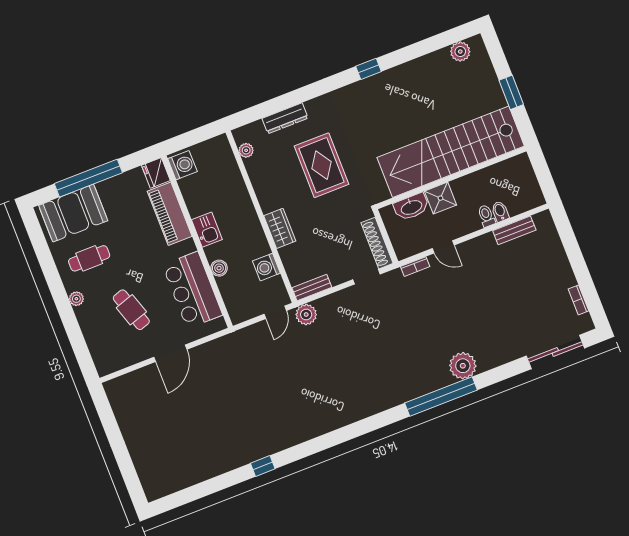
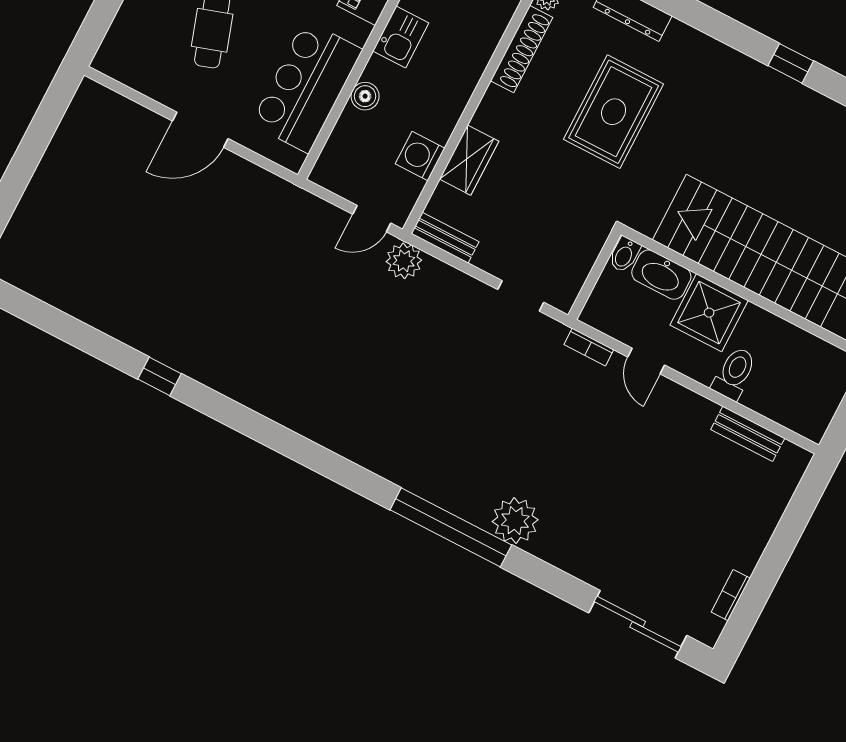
shower: (440, 198) -> (709, 313), width x1.36, depth x1.36
bidet: (500, 211) -> (624, 255), moved, turned 180
toilet: (486, 216) -> (734, 373), width x1.37, depth x1.39
wardrobe: (280, 228) -> (469, 160), moved
shoe rack: (377, 243) -> (522, 49), moved, turned 180

